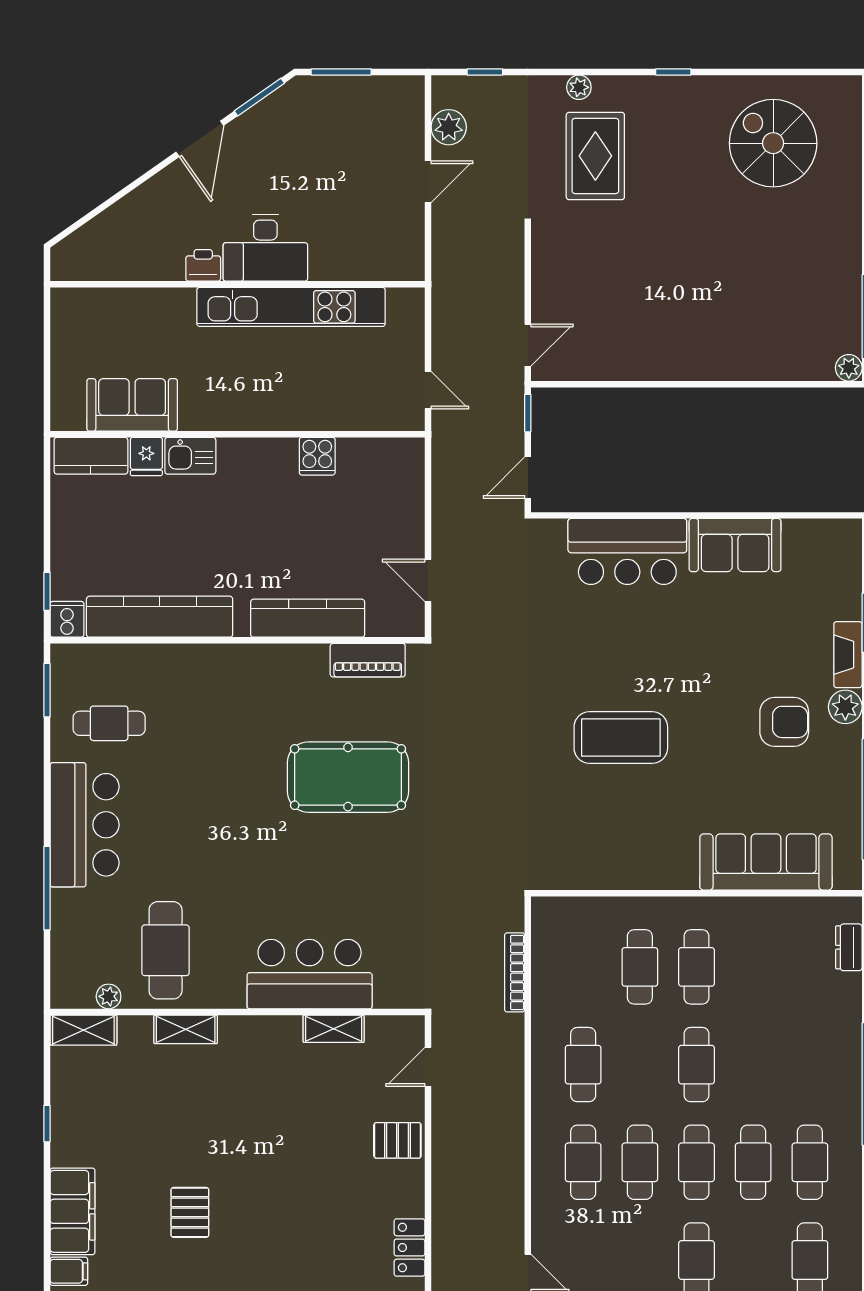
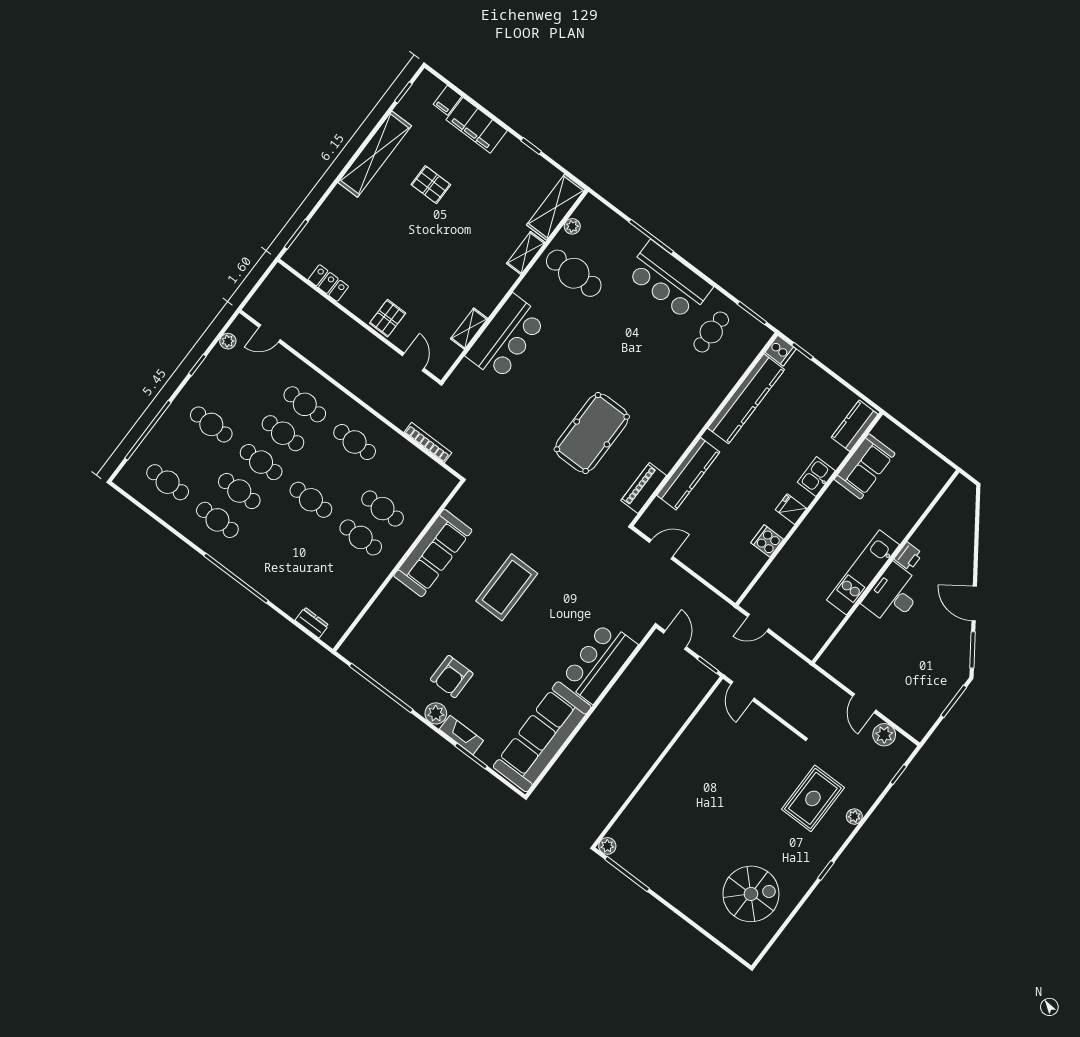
rug: (595, 156) -> (813, 798), turned 90
kitchen unit: (291, 307) -> (863, 572), width x0.73
fridge: (146, 456) -> (791, 509), moved
sofa: (735, 545) -> (542, 737), width x1.85, depth x1.27
sofa: (766, 862) -> (433, 553), moved
shelving: (83, 1030) -> (556, 207), width x1.50, depth x1.33

